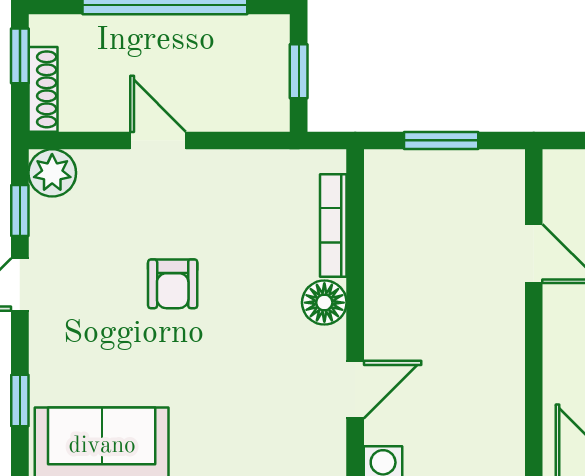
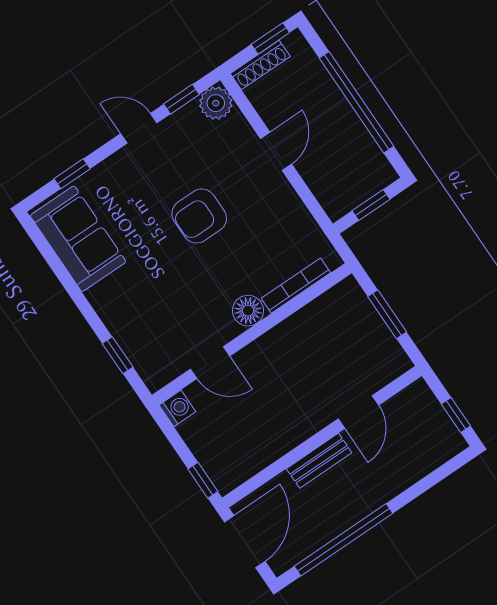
armchair: (173, 284) -> (199, 216), width x1.38, depth x1.38
bench: (560, 340) -> (319, 461), added

